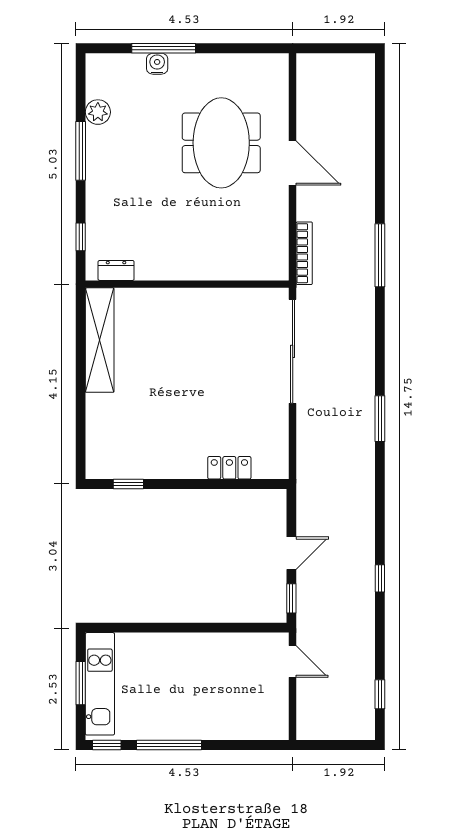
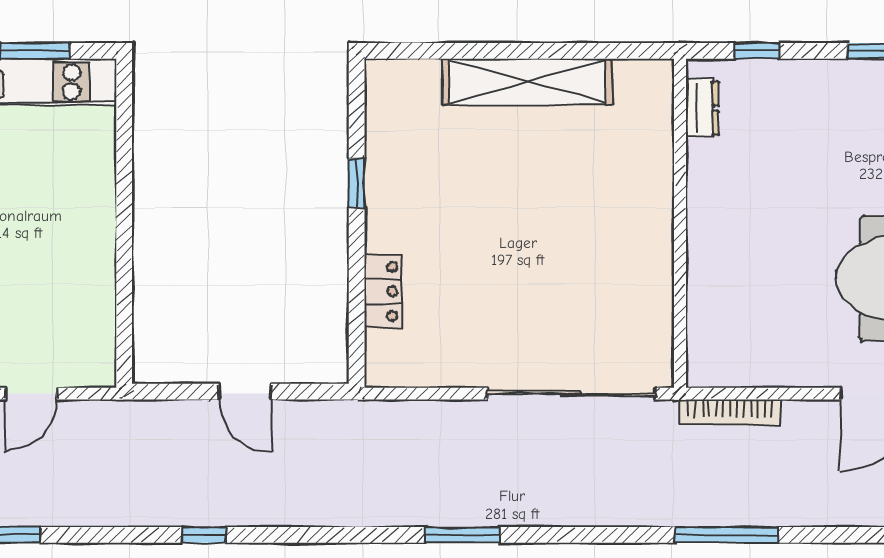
shelving: (100, 340) -> (527, 82), moved
window: (128, 484) -> (357, 183), moved
window: (291, 598) -> (171, 392), removed
door: (293, 661) -> (31, 394), moved

